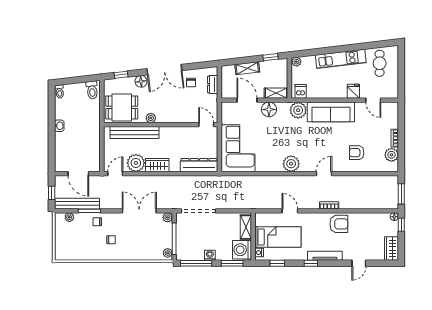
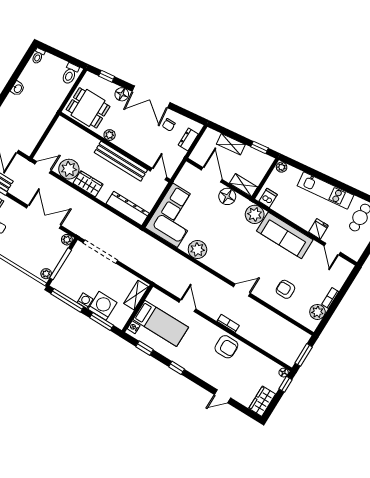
bench: (134, 132) -> (121, 161), moved
plant: (291, 164) -> (197, 250), moved
washing machine: (242, 250) -> (102, 306), moved, turned 90
tv unit: (325, 256) -> (194, 369), removed

